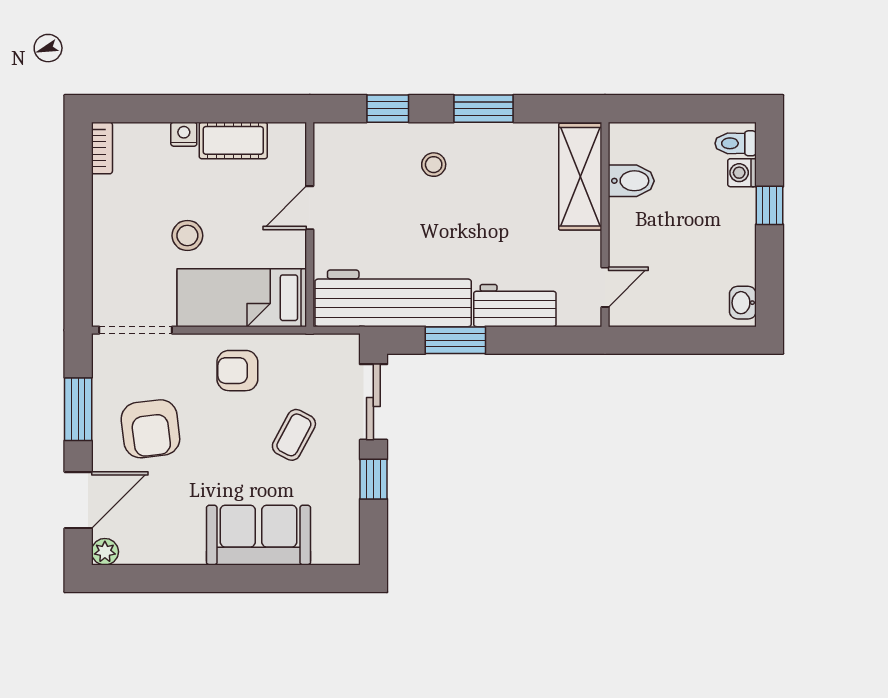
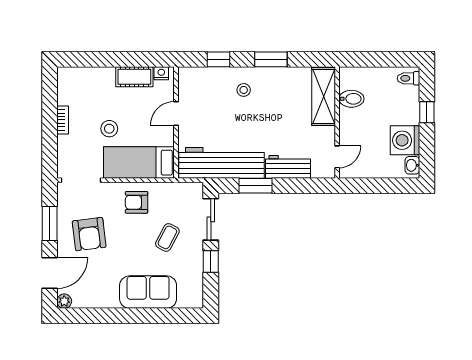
nightstand: (184, 134) -> (161, 73), moved
bookcase: (102, 148) -> (63, 120), moved
washing machine: (742, 173) -> (405, 140), moved, width x1.89, depth x1.89

